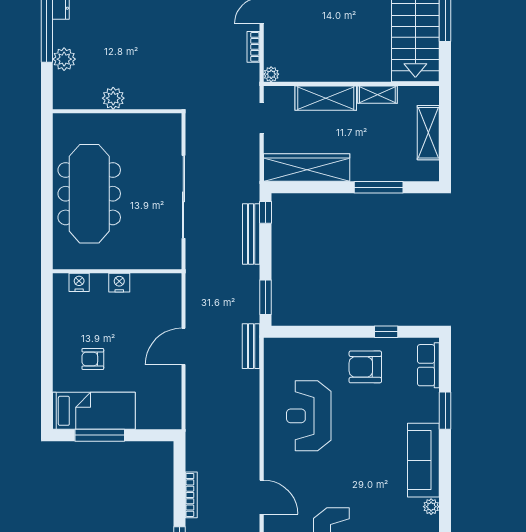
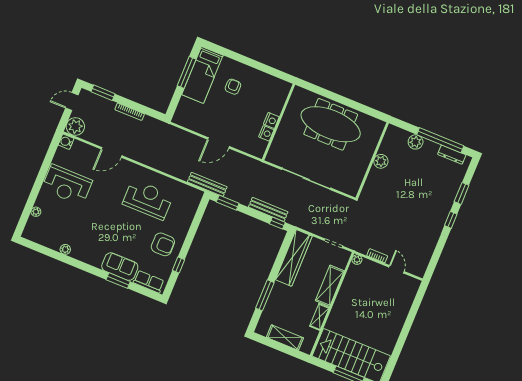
nightstand: (79, 282) -> (266, 133), moved
door: (183, 346) -> (219, 143), swing flipped
bench: (251, 346) -> (207, 184), width x1.36
armchair: (365, 367) -> (163, 244), turned 90
sofa: (423, 460) -> (120, 267), moved, width x0.73

